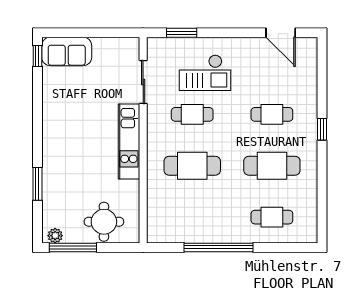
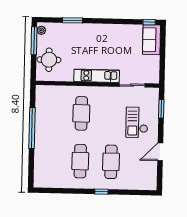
door: (281, 33) -> (160, 152), moved
cafe table: (192, 114) -> (112, 114), removed
cafe table: (272, 114) -> (111, 162), width x1.37, depth x1.35
cafe table: (272, 217) -> (49, 160), removed

